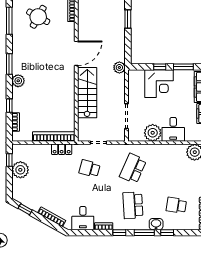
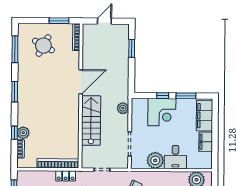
plant: (119, 67) -> (123, 108), moved
plant: (18, 81) -> (23, 133), moved

